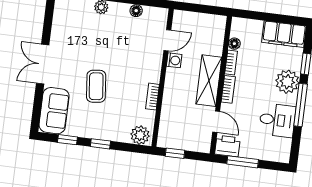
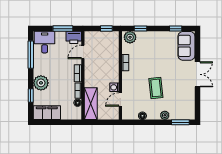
shelving: (209, 81) -> (91, 104), moved
coffee table: (96, 86) -> (156, 88), moved
window: (301, 105) -> (31, 55), moved
desk: (277, 120) -> (45, 42), moved, turned 90
door: (216, 122) -> (83, 52), hinge flipped
window: (100, 144) -> (141, 29), moved

